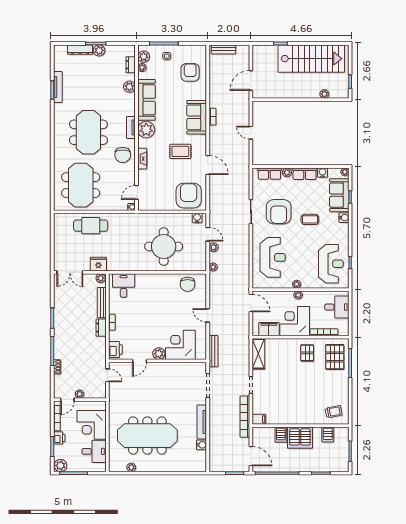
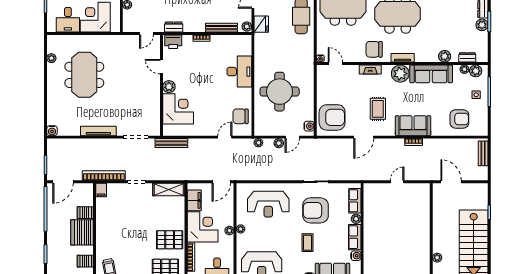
desk: (124, 285) -> (239, 72), moved, width x1.37
door: (208, 315) -> (225, 137), moved
dresser: (101, 328) -> (174, 27), moved
pallet: (307, 353) -> (170, 240), width x1.50, depth x1.42
meeting table: (147, 436) -> (84, 75), width x0.73
water cooler: (201, 445) -> (52, 131), moved

